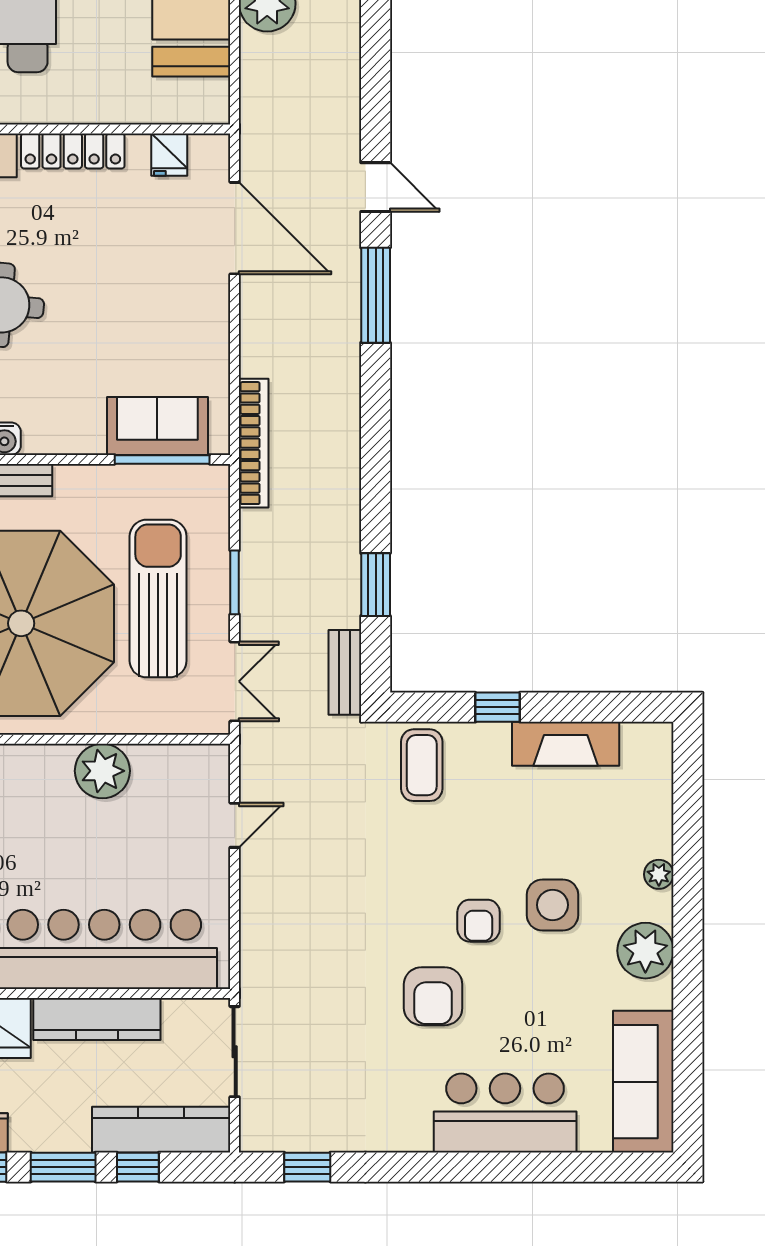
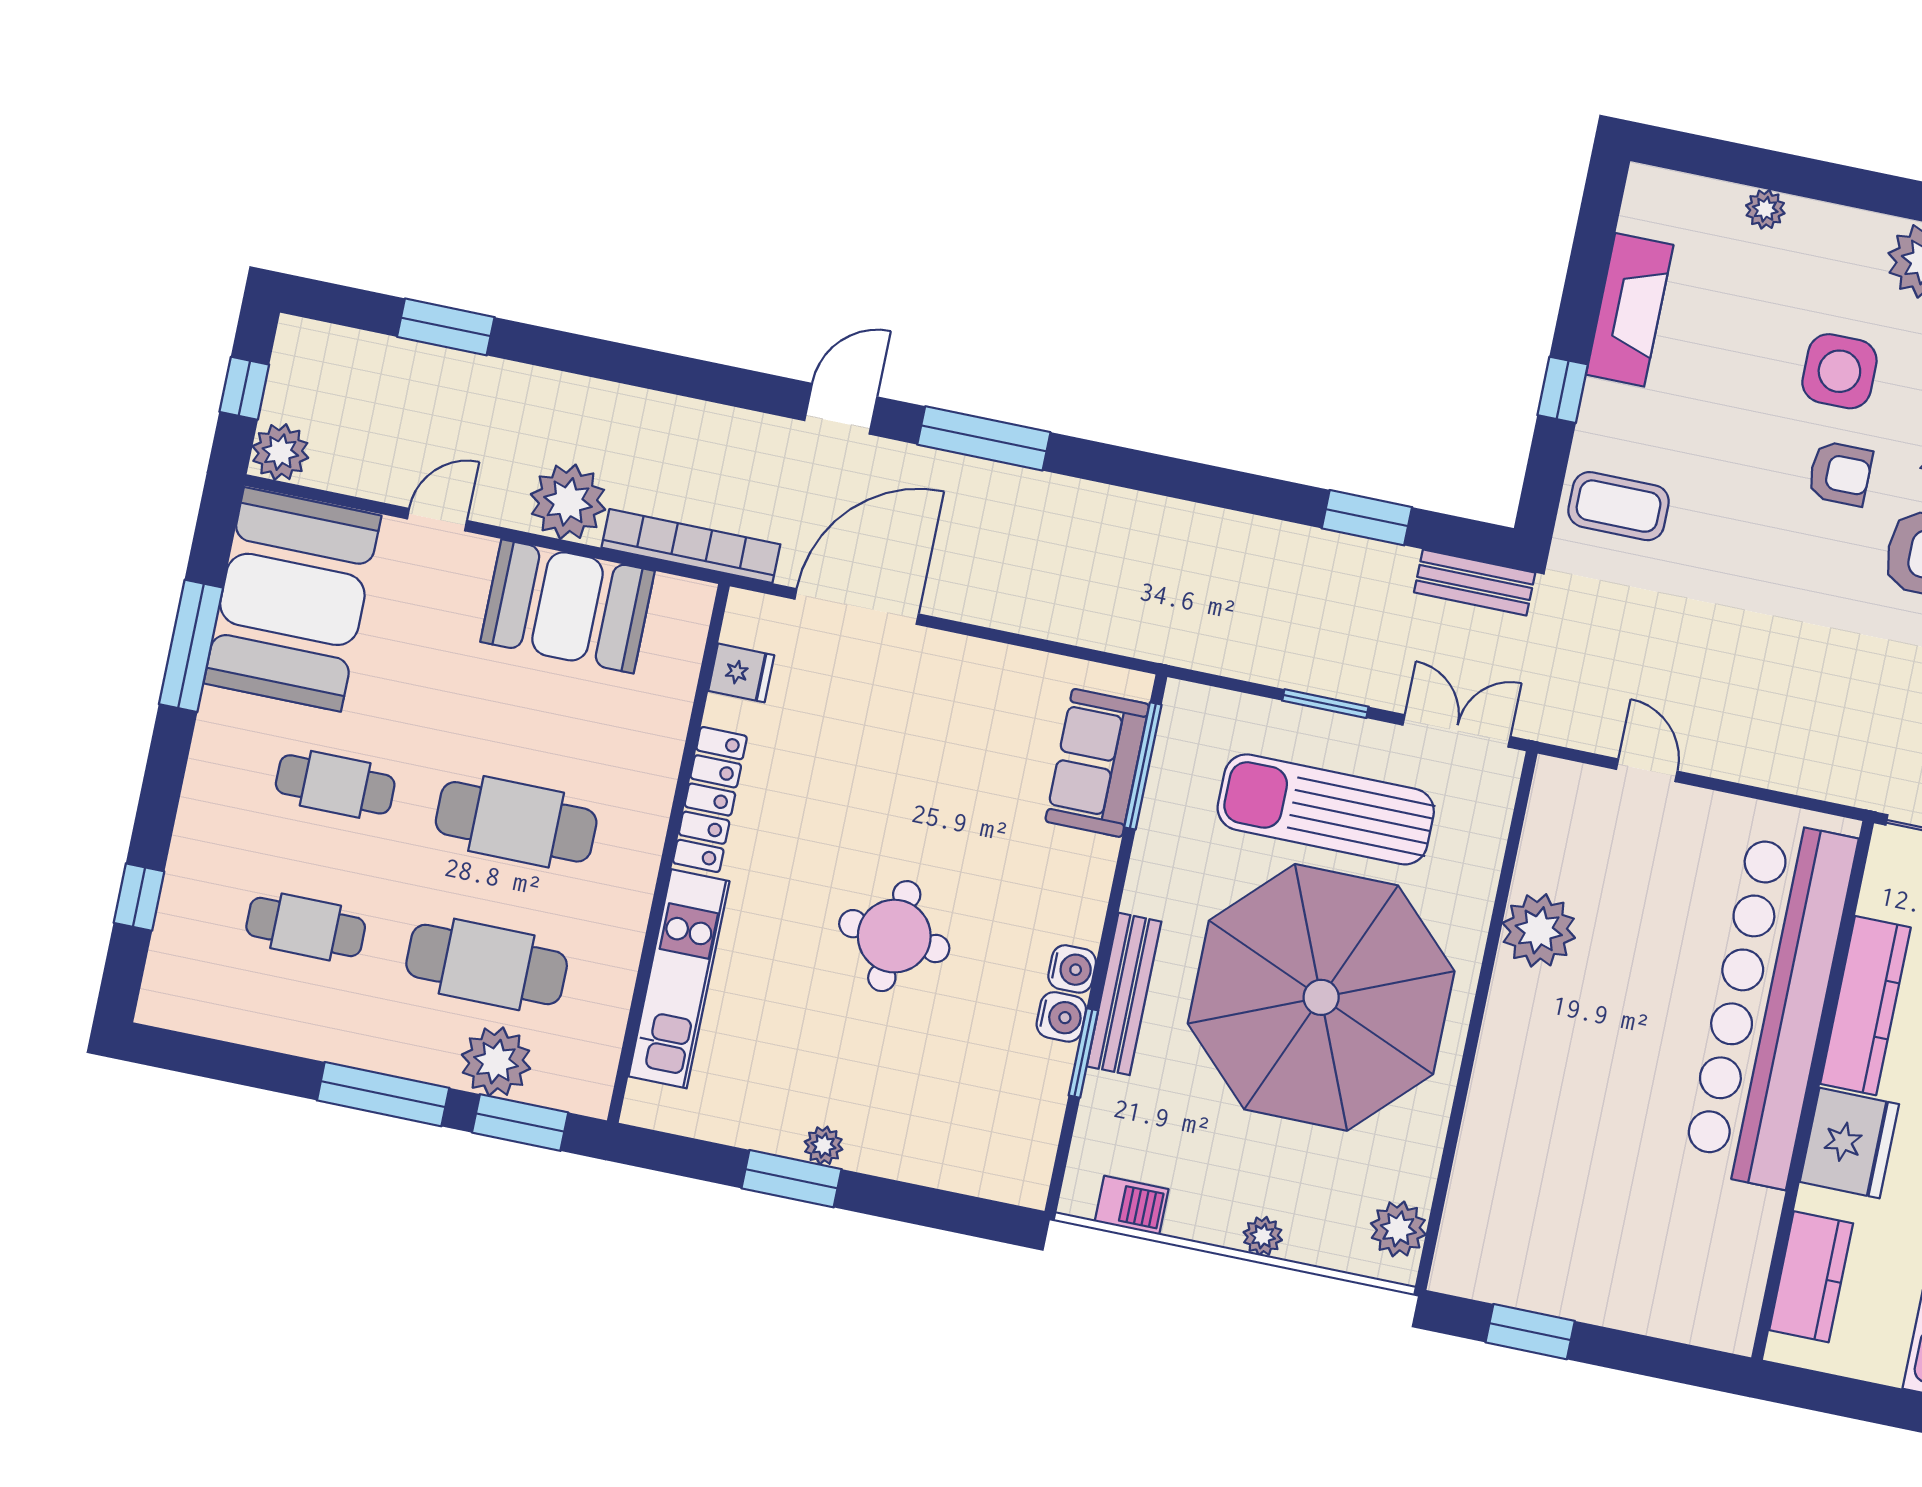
bookcase: (254, 443) -> (691, 546), moved
plant: (659, 874) -> (1765, 209), moved

